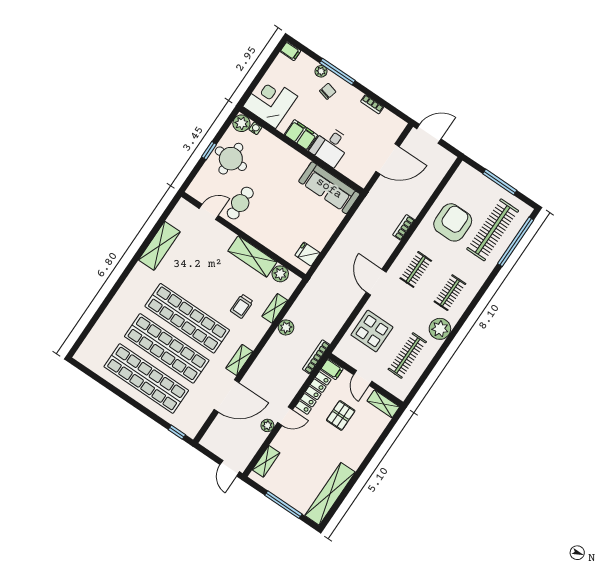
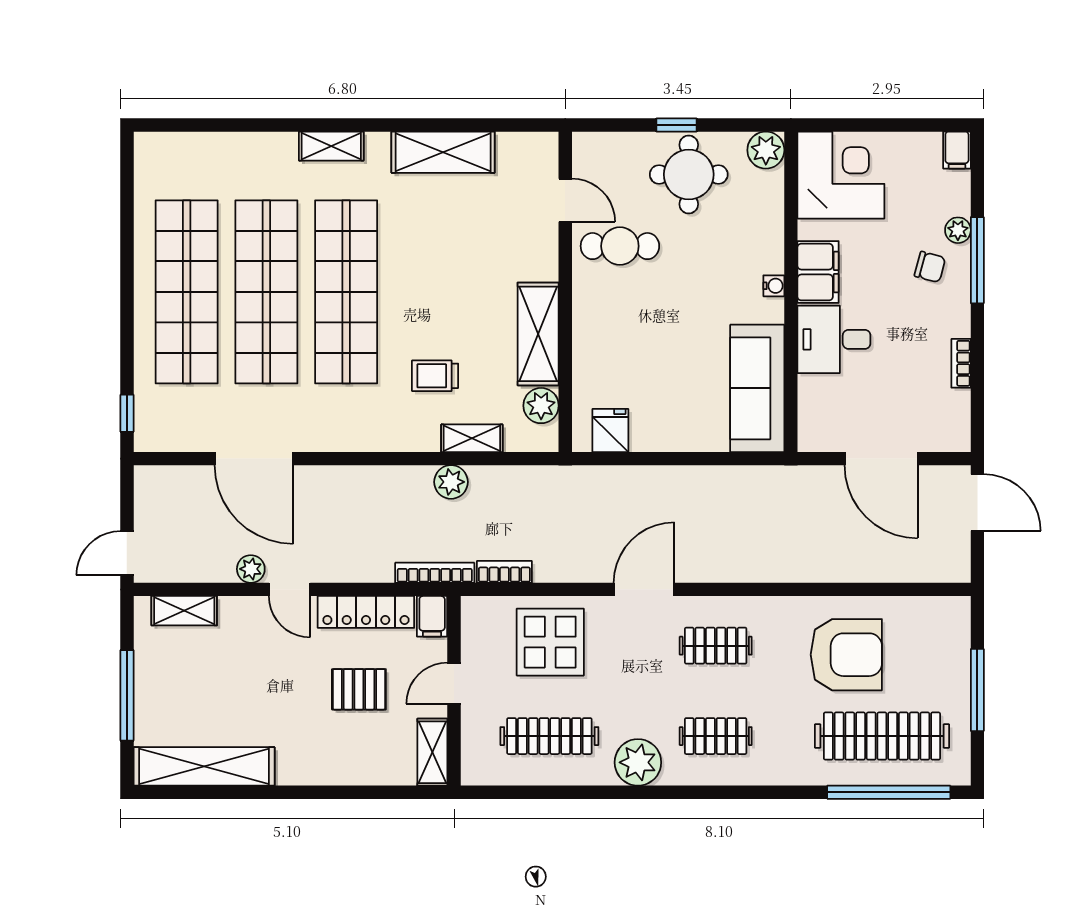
water cooler: (255, 128) -> (774, 286), moved
bookcase: (404, 227) -> (504, 572), moved
shelving: (239, 360) -> (331, 146), moved

